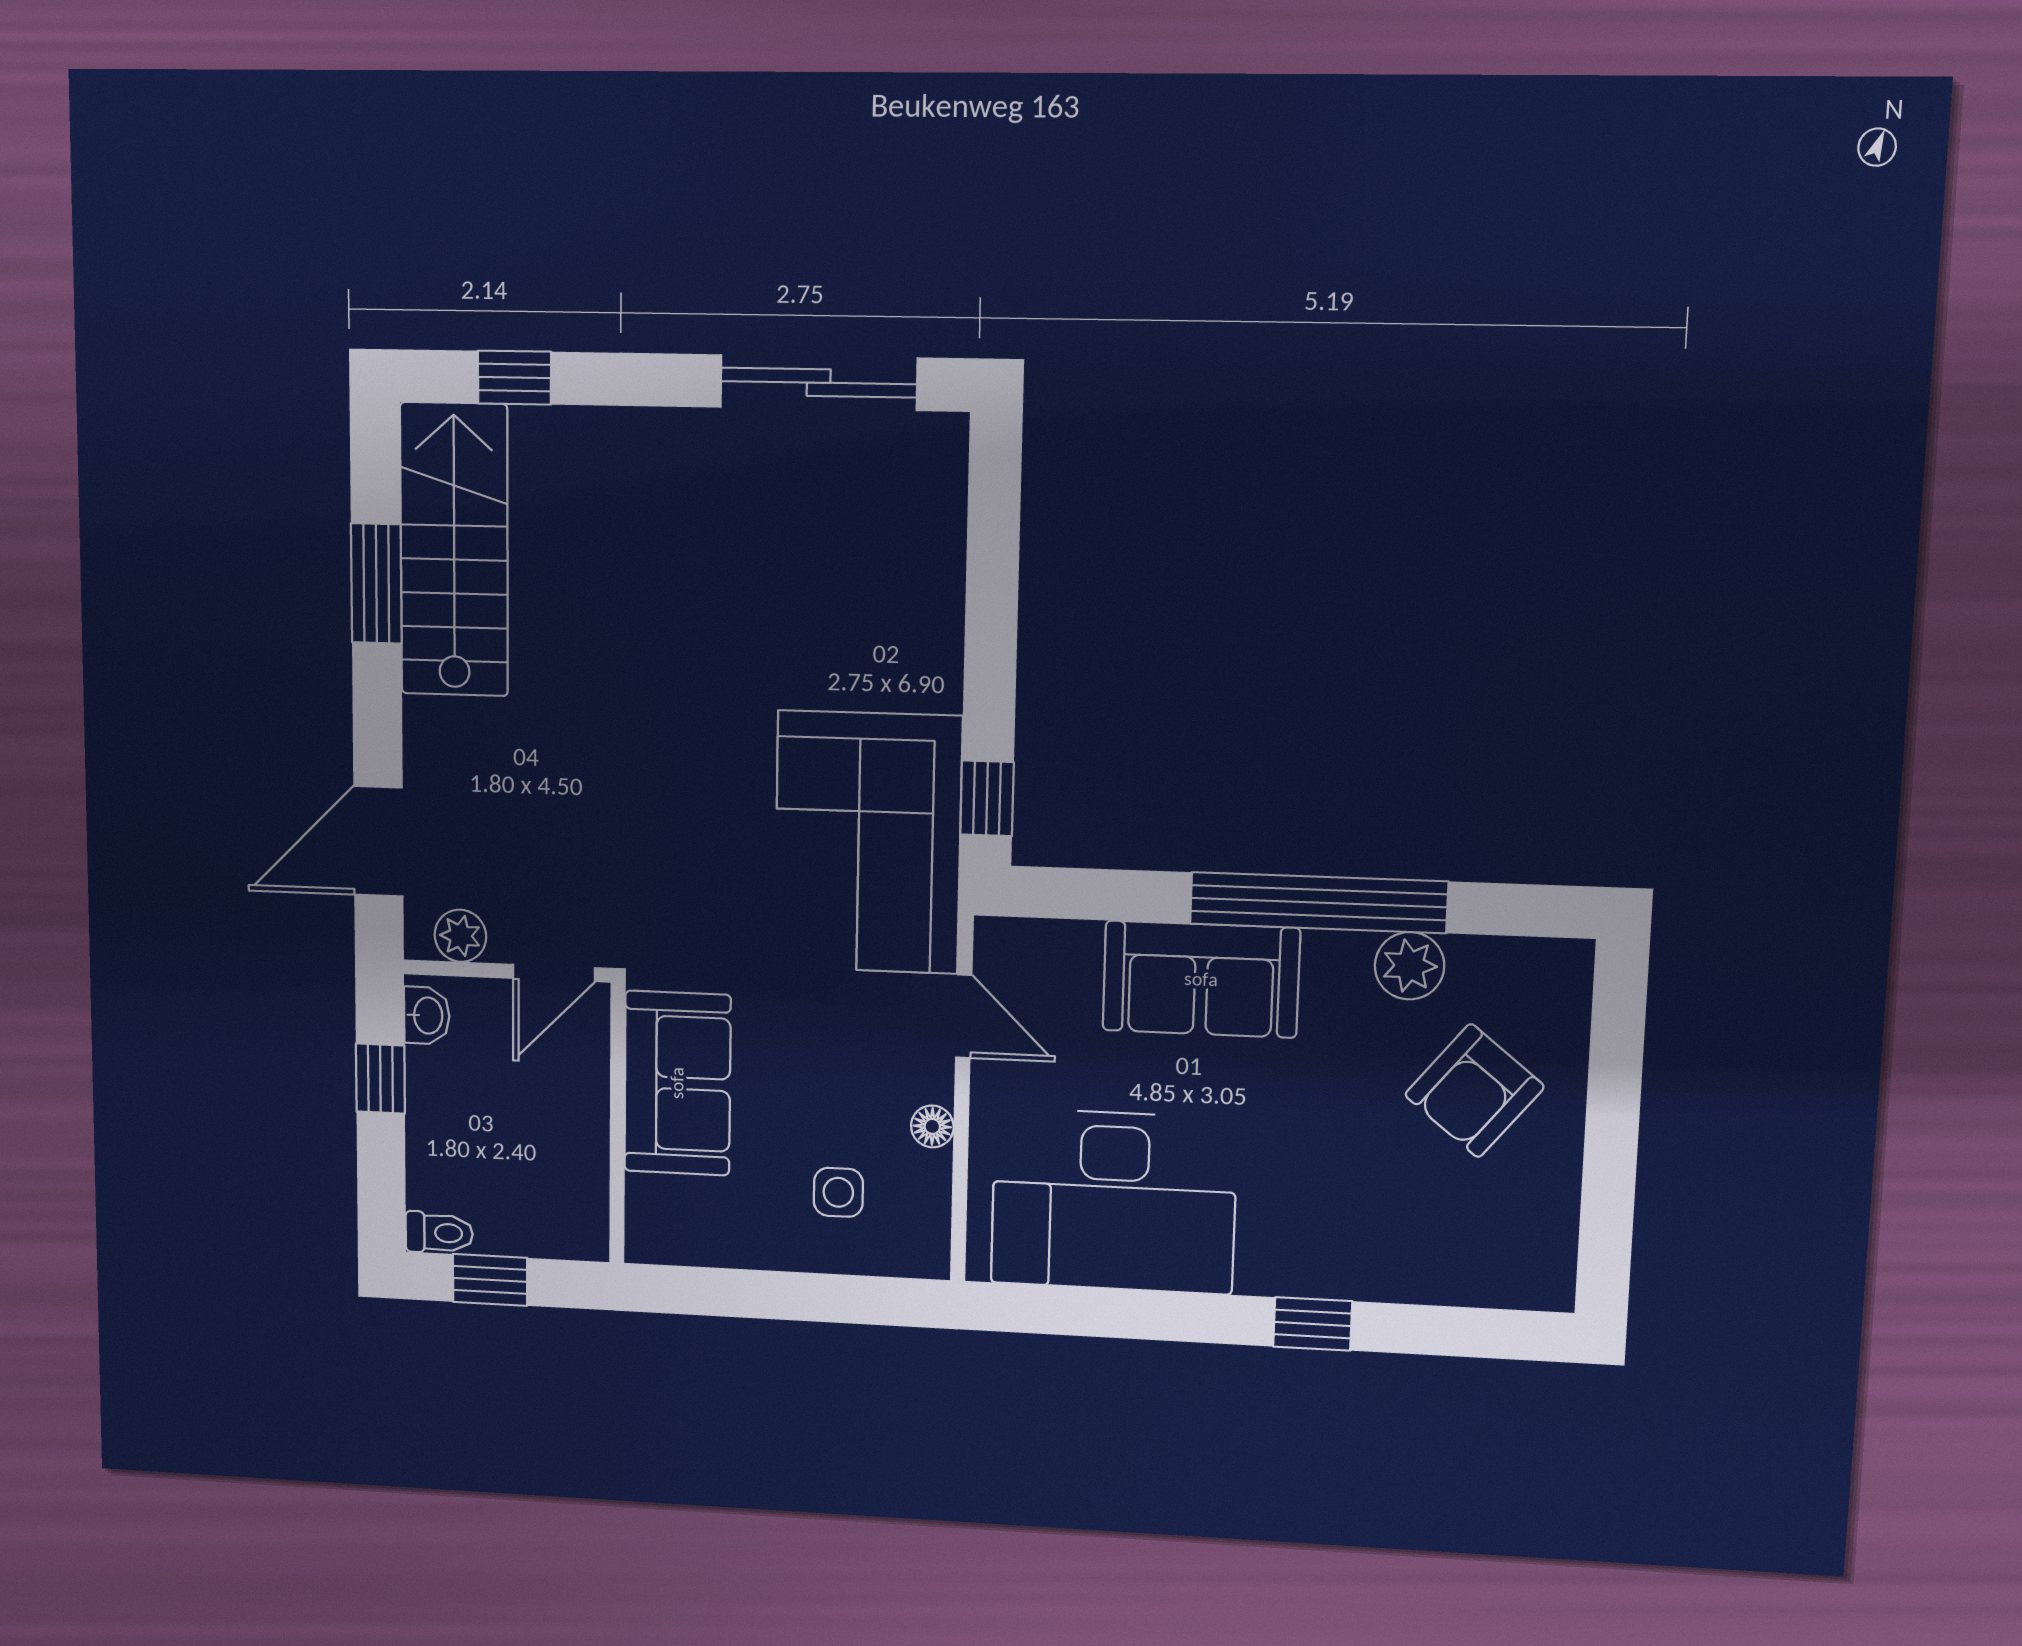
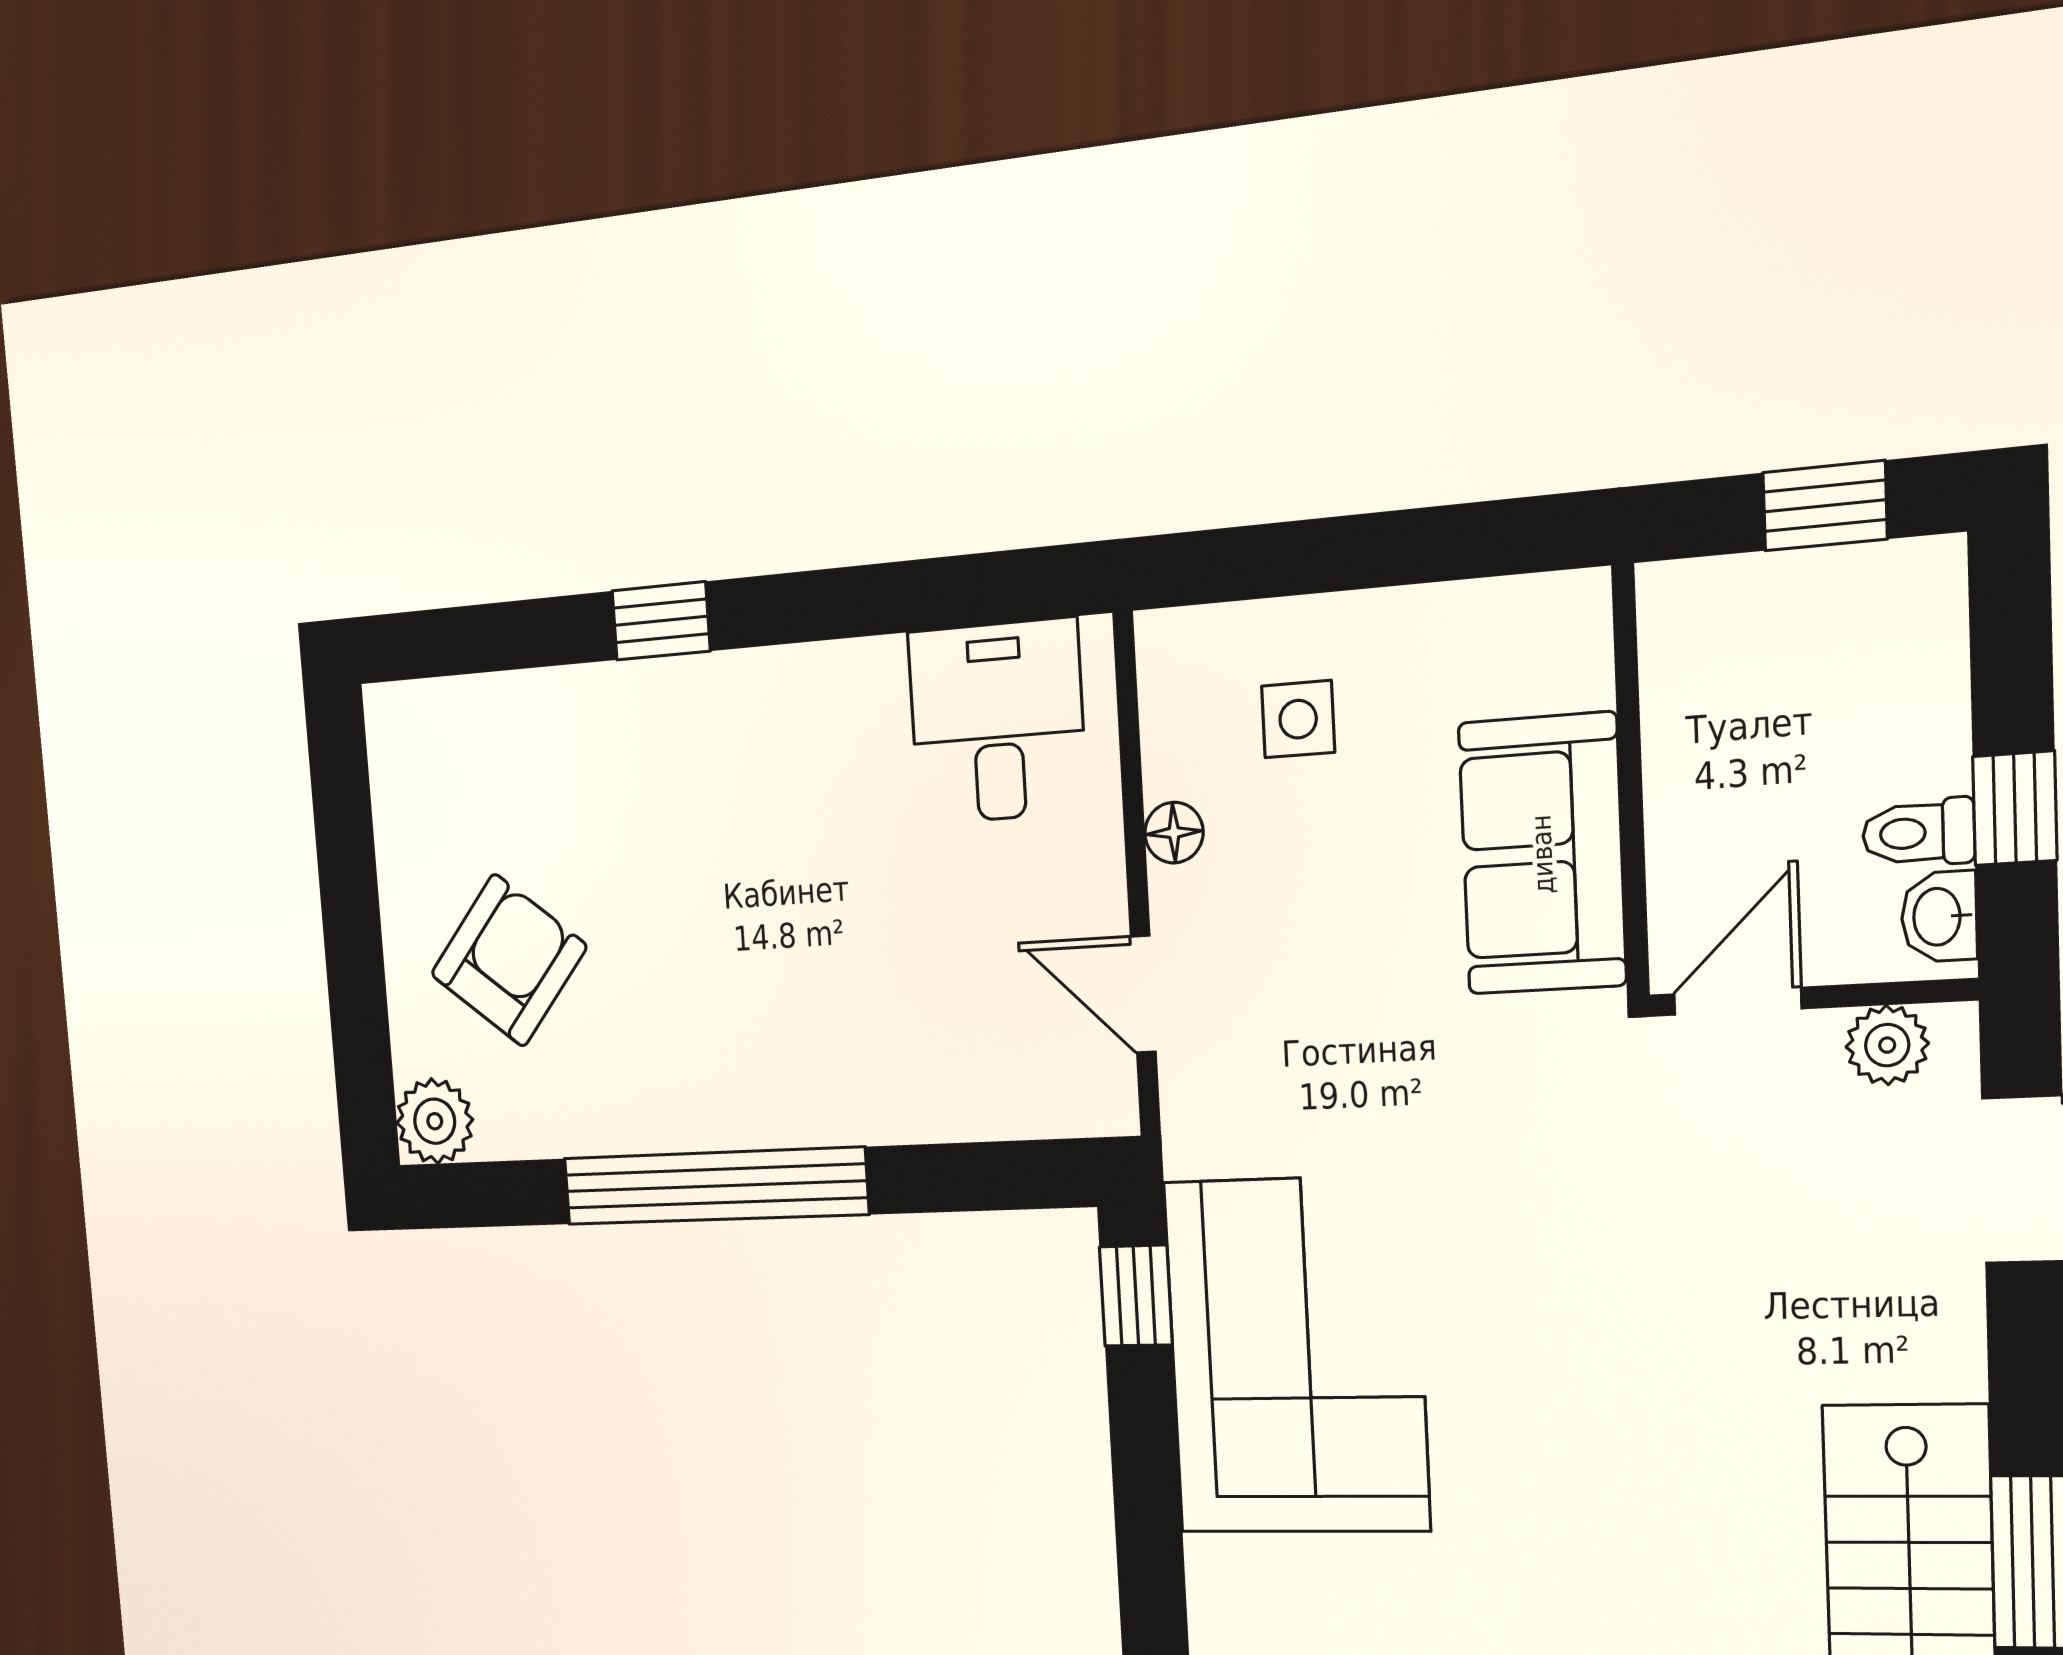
corner sofa: (868, 842) -> (1296, 1356), moved
plant: (1410, 966) -> (435, 1121), moved
sofa: (1201, 979) -> (845, 1074), removed
desk: (1113, 1201) -> (997, 722), width x0.53, depth x0.77
toilet: (439, 1233) -> (1918, 833), moved

